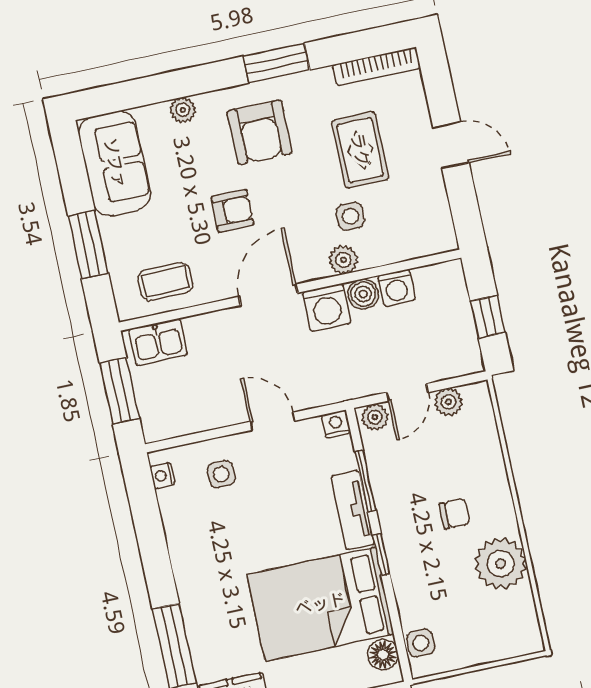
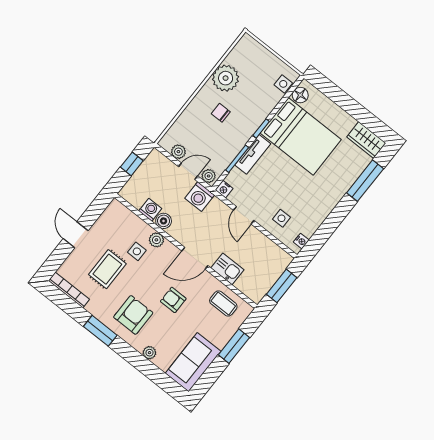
washing machine: (327, 308) -> (200, 197), moved, turned 180
kitchen sink: (158, 342) -> (227, 269), moved

